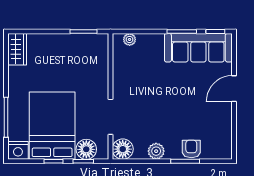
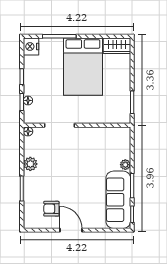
plant: (130, 39) -> (125, 165), moved
door: (234, 89) -> (71, 230), moved
bed: (52, 126) -> (83, 67), moved, turned 90
floor lamp: (86, 149) -> (28, 100), width x0.53, depth x0.53
floor lamp: (123, 149) -> (28, 131), width x0.53, depth x0.53
armchair: (191, 149) -> (51, 209), moved, turned 180

